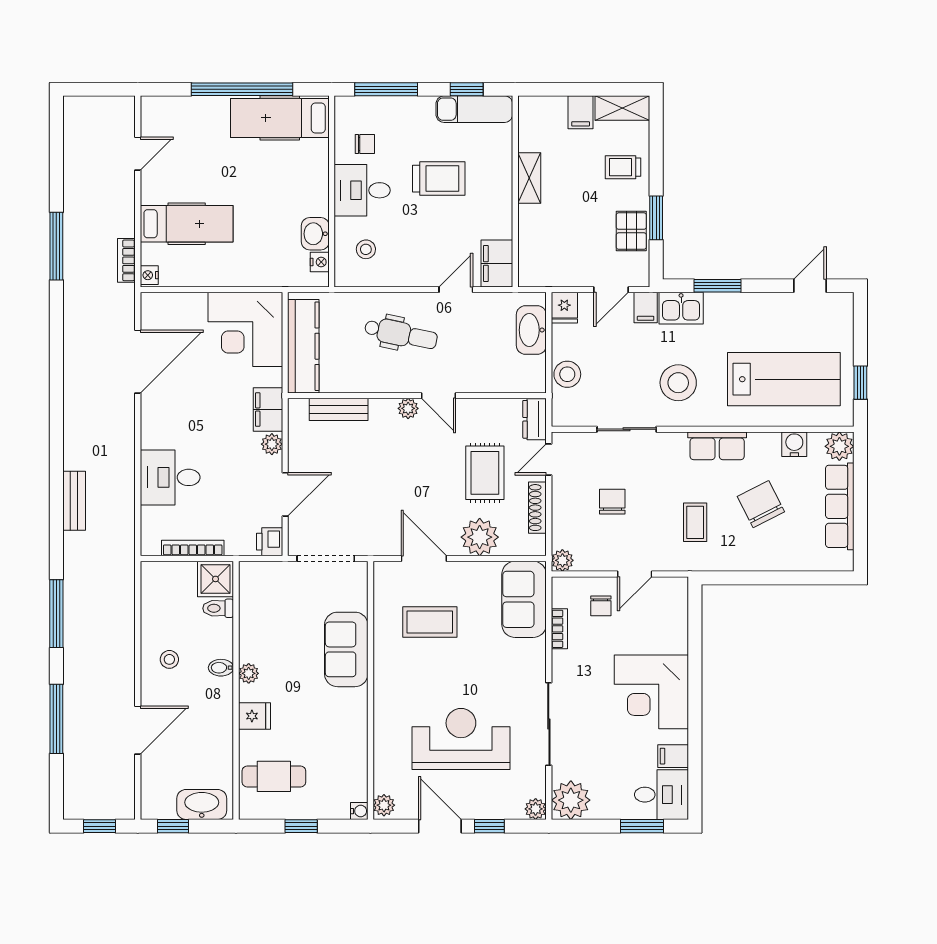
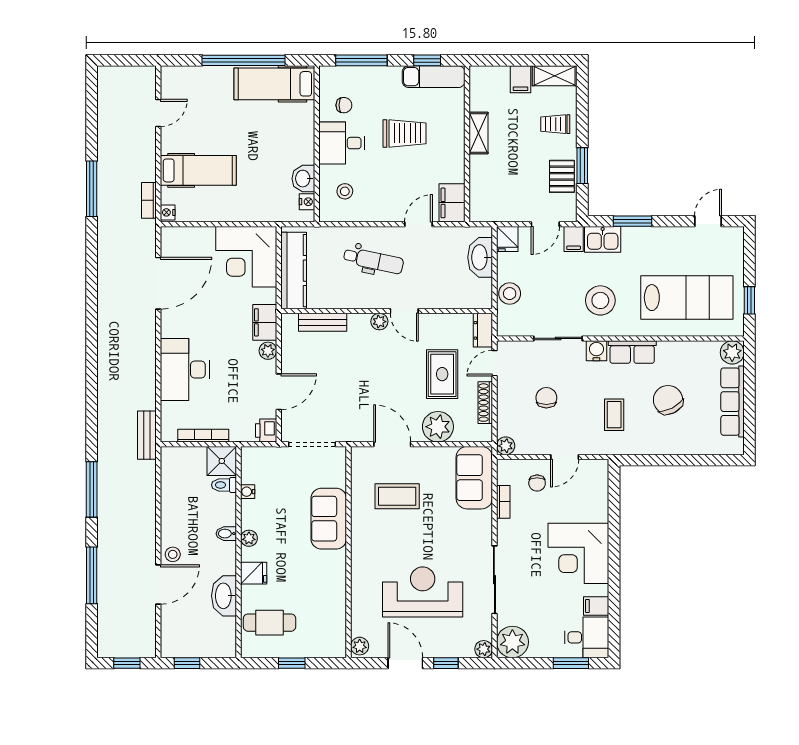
water cooler: (794, 444) -> (596, 351), moved
desk: (170, 477) -> (185, 370), width x1.37
bench: (74, 501) -> (147, 435), moved
stool: (169, 659) -> (173, 554), moved
washbasin: (202, 804) -> (224, 596), moved, turned -90
water cooler: (359, 811) -> (248, 492), moved, turned 180

